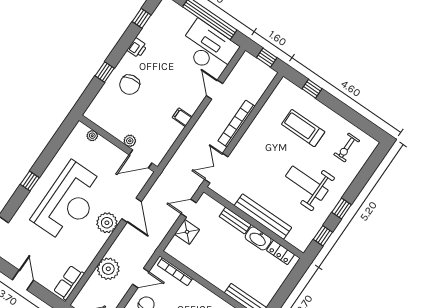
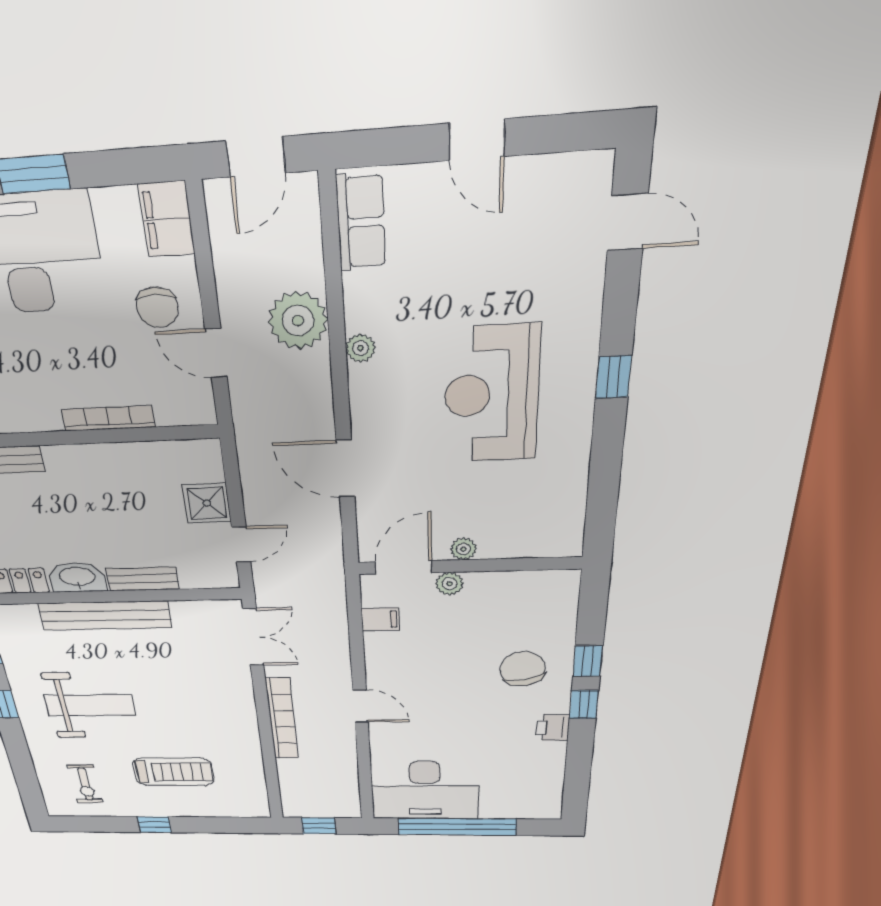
window: (142, 18) -> (584, 704), moved
window: (312, 89) -> (154, 825), moved
door: (214, 90) -> (361, 706), moved
filing cabinet: (182, 117) -> (380, 619), moved
plant: (92, 136) -> (463, 549), moved
exercise bike: (347, 148) -> (85, 784), turned 180
reception desk: (69, 202) -> (491, 395), width x0.74, depth x0.77
plant: (107, 223) -> (360, 348), moved, width x0.53, depth x0.53
bookcase: (175, 272) -> (108, 418), moved
door: (141, 278) -> (216, 353), hinge flipped

